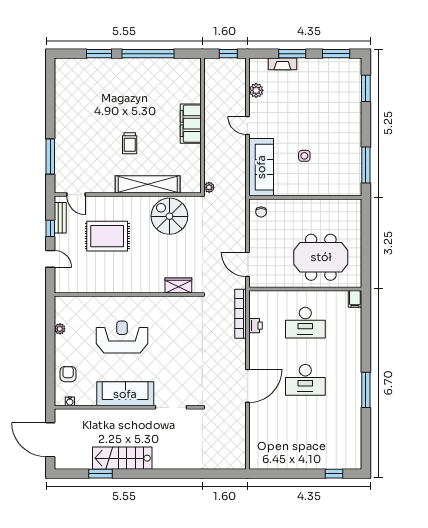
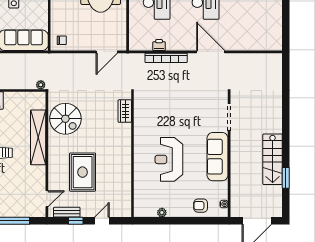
spiral stairs: (169, 216) -> (65, 119), turned -90
bookcase: (241, 314) -> (166, 58), moved

